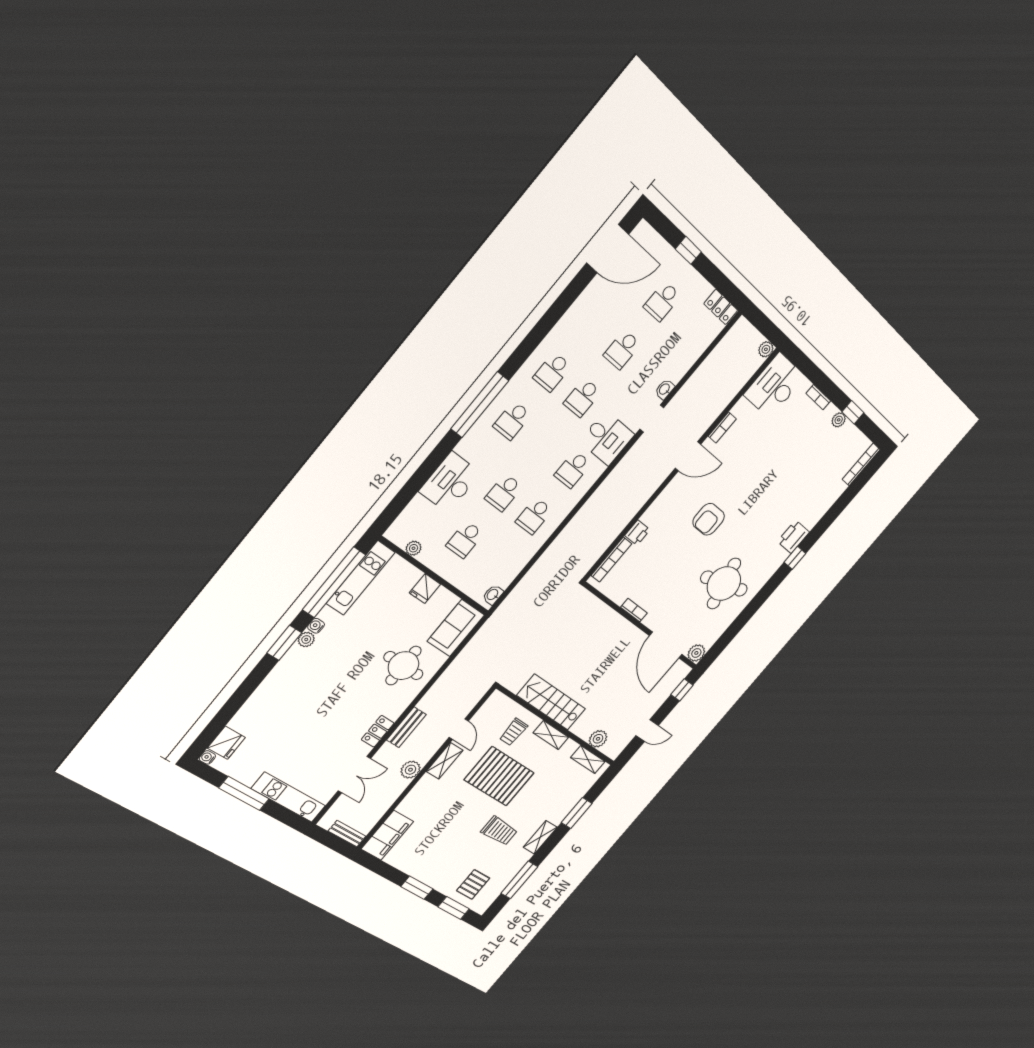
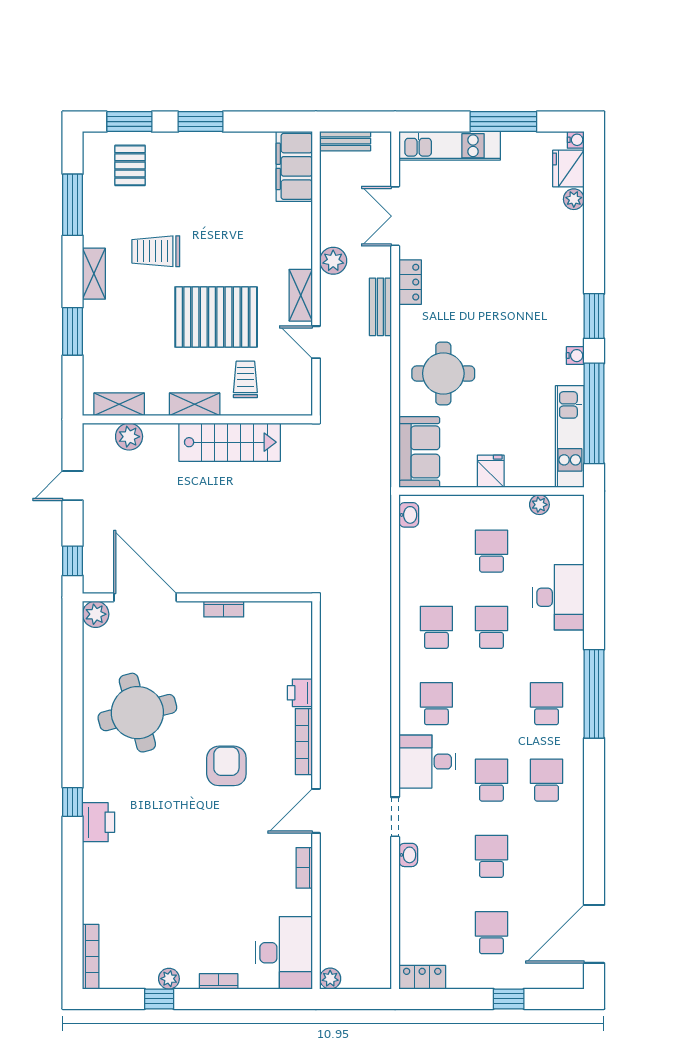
bookcase: (611, 560) -> (304, 742), moved
plant: (306, 639) -> (574, 199), moved

